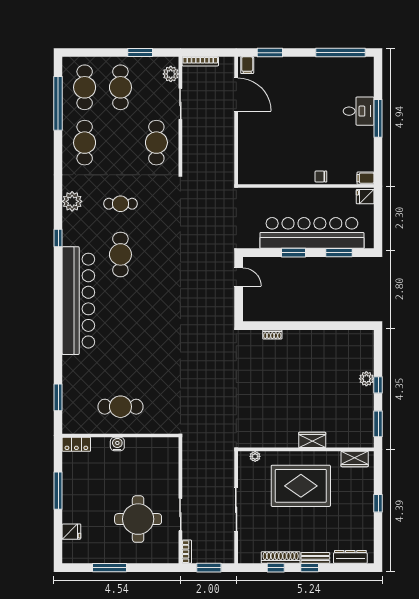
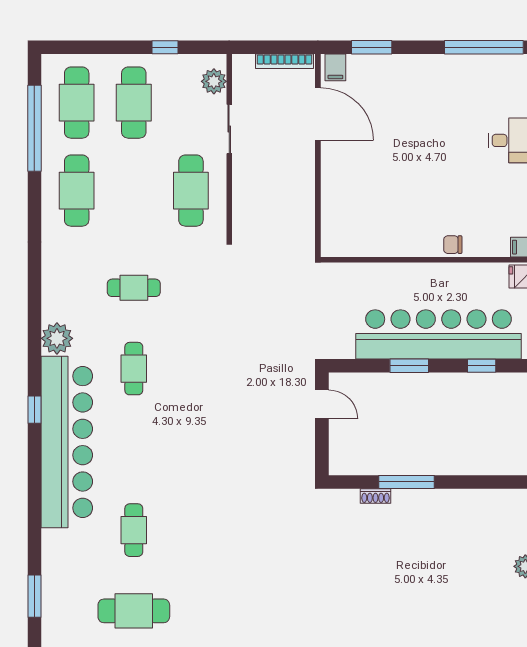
window: (140, 53) -> (165, 47), width x0.67
bookcase: (200, 61) -> (284, 61), moved
plant: (72, 201) -> (57, 338), moved
window: (58, 238) -> (34, 410), moved
window: (339, 253) -> (482, 366), width x0.67
cafe table: (120, 254) -> (134, 369), width x0.73, depth x0.74
window: (292, 326) -> (407, 482), added
cafe table: (120, 356) -> (134, 530), added

